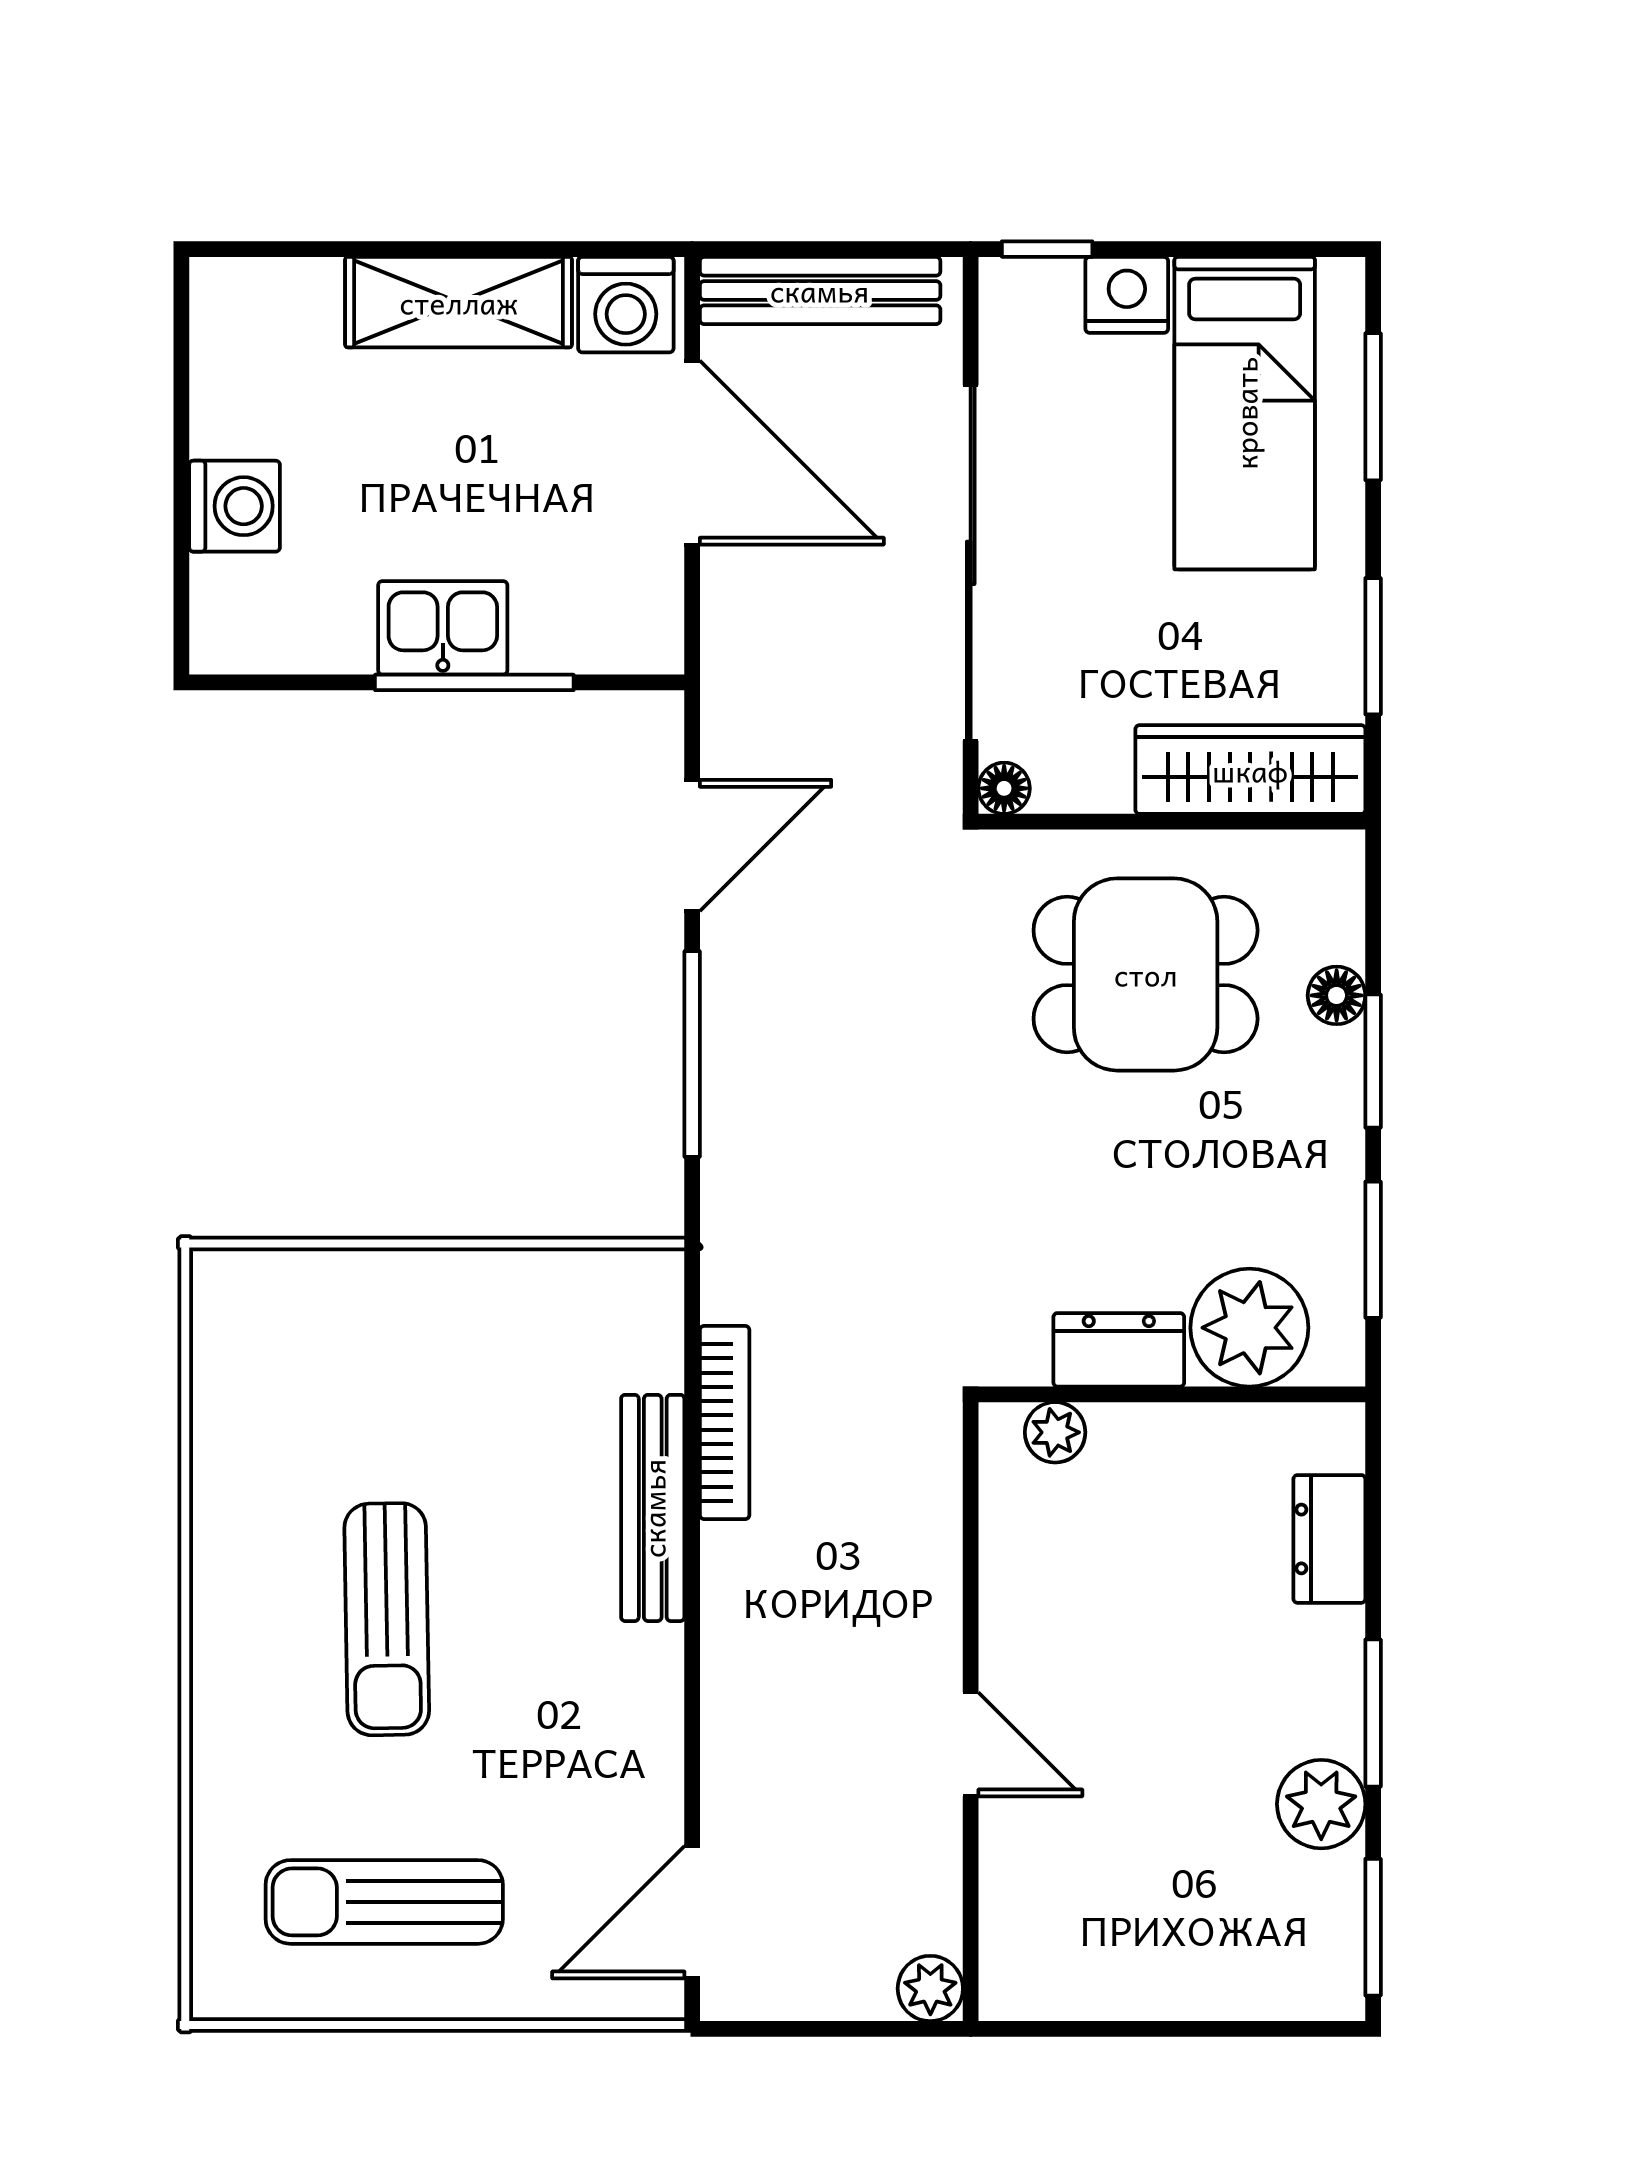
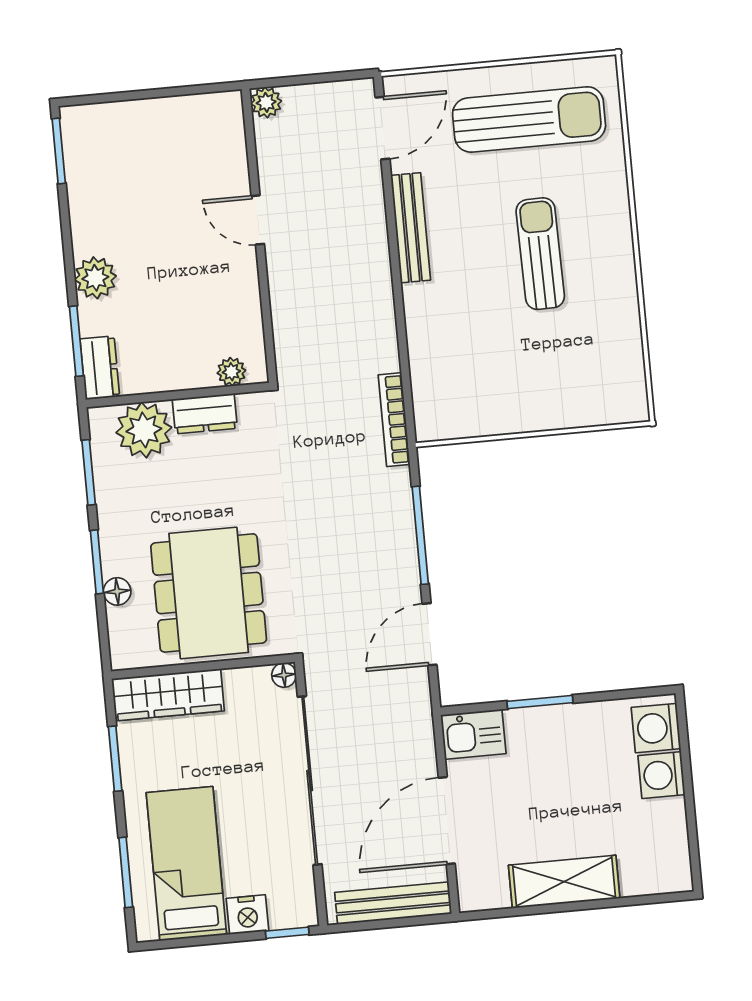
washing machine: (626, 305) -> (656, 728), moved, turned -90
door: (692, 453) -> (447, 821), hinge flipped
kitchen sink: (443, 628) -> (473, 734), moved
window: (474, 682) -> (540, 702), width x0.69
dining table: (1146, 974) -> (209, 593), width x1.38
bookcase: (725, 1423) -> (394, 420), moved
bench: (653, 1508) -> (411, 228), moved
dresser: (1329, 1539) -> (100, 368), moved
window: (1373, 1713) -> (76, 341), moved
plant: (1321, 1804) -> (95, 278), moved
sun lounger: (384, 1902) -> (529, 119), width x1.36, depth x1.34

